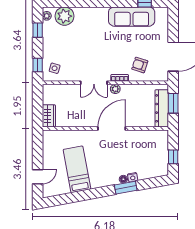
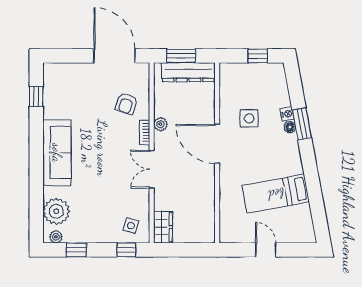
sofa: (132, 17) -> (57, 153), moved
double door: (94, 83) -> (152, 169), swing flipped
plant: (115, 89) -> (161, 124), moved
wardrobe: (49, 116) -> (163, 227), moved, turned 90
side table: (129, 151) -> (249, 118), added
door: (38, 177) -> (266, 250), moved

